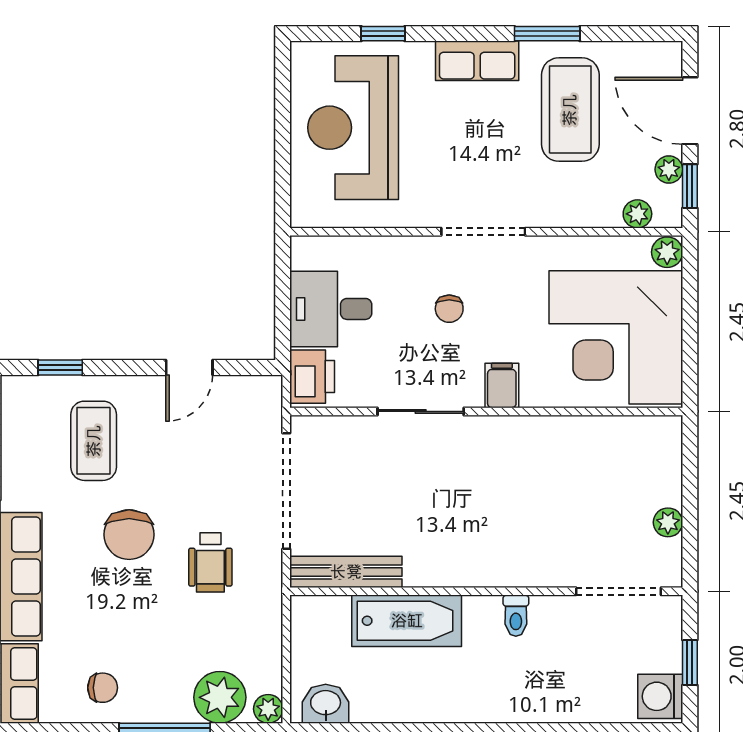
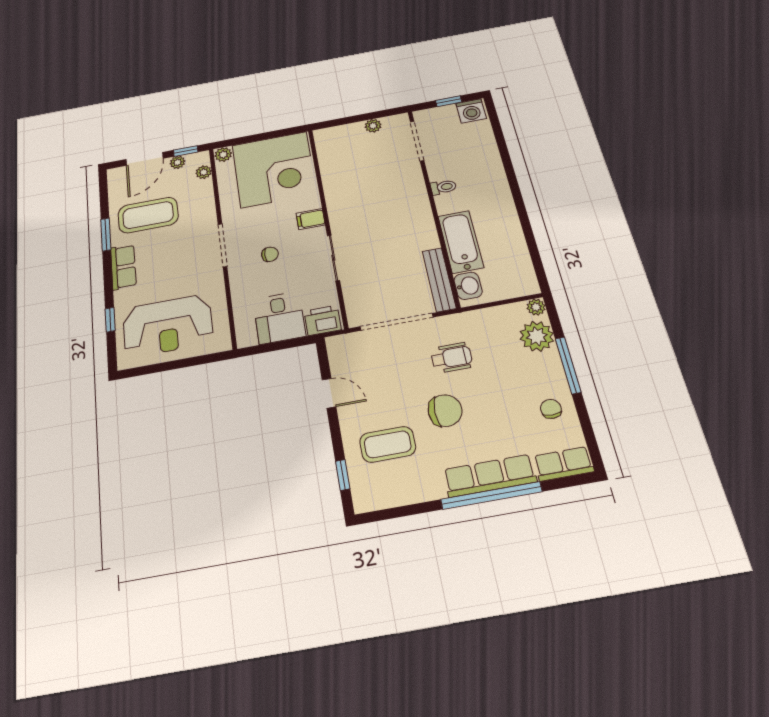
washbasin: (326, 704) -> (468, 286), moved, turned 180

